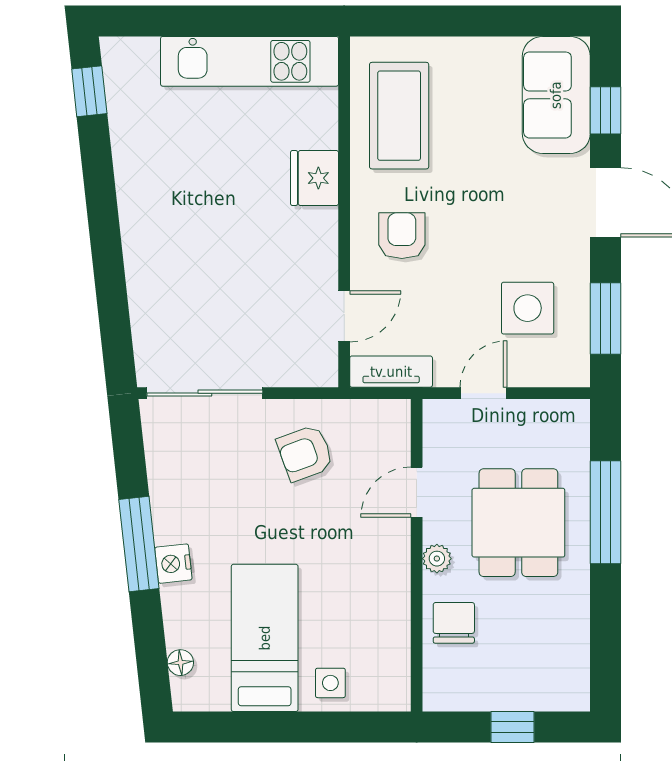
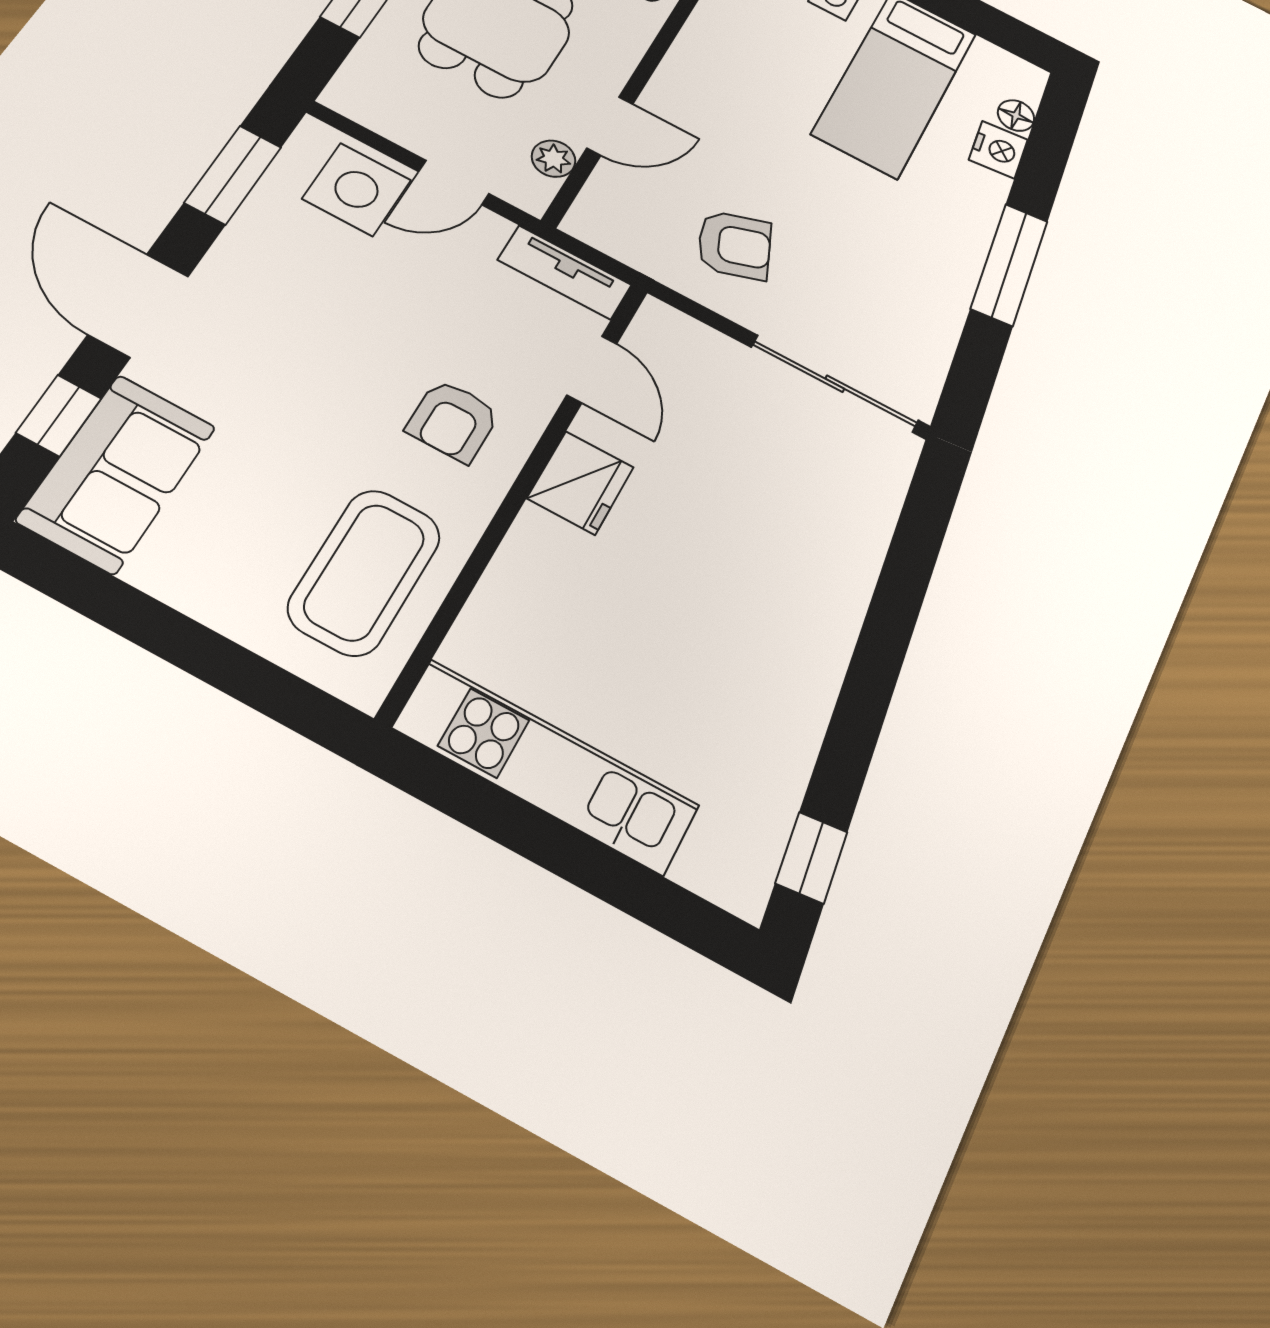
fridge: (315, 178) -> (580, 483), moved
side table: (528, 308) -> (357, 189), moved
door: (344, 316) -> (592, 369), swing flipped
plant: (437, 559) -> (553, 159), moved
nightstand: (173, 564) -> (998, 150), moved

